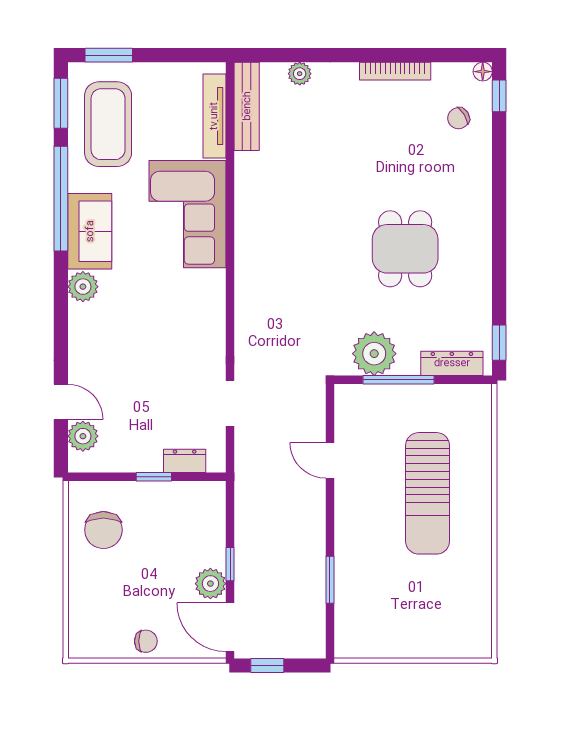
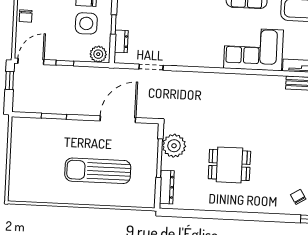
window: (499, 343) -> (177, 213), removed
door: (330, 460) -> (118, 119), width x1.88
side table: (154, 528) -> (86, 23), added
plant: (210, 584) -> (98, 54), moved

